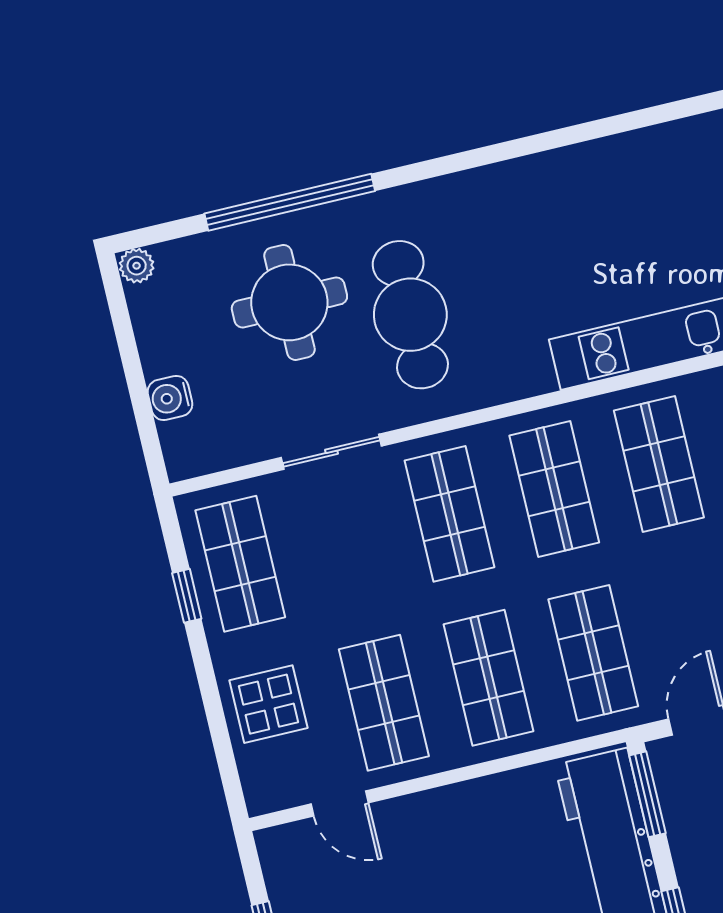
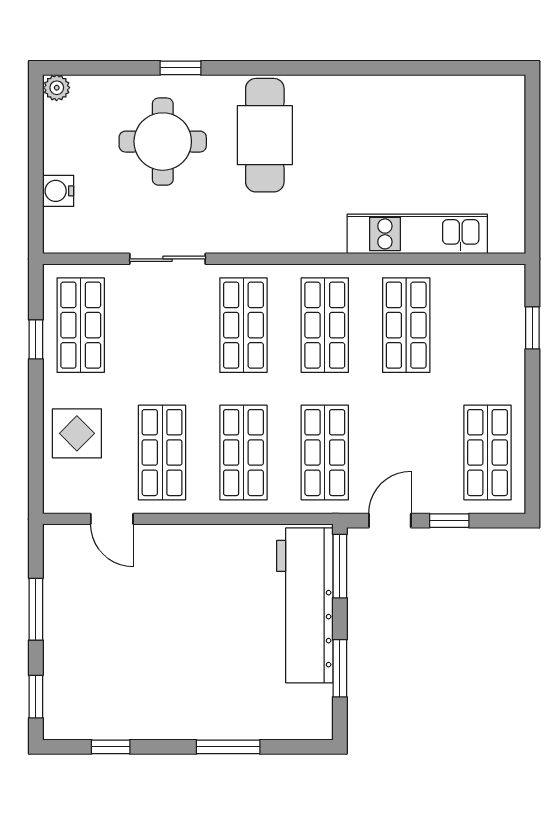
window: (290, 202) -> (181, 68), width x0.32
cafe table: (410, 315) -> (265, 135), moved

